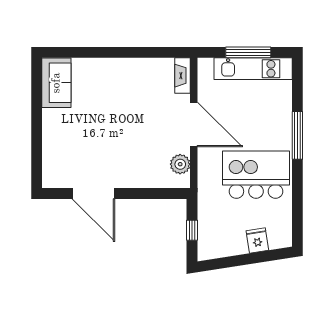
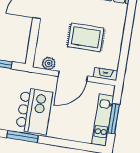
rug: (132, 114) -> (86, 37), added
window: (297, 135) -> (22, 137), moved

